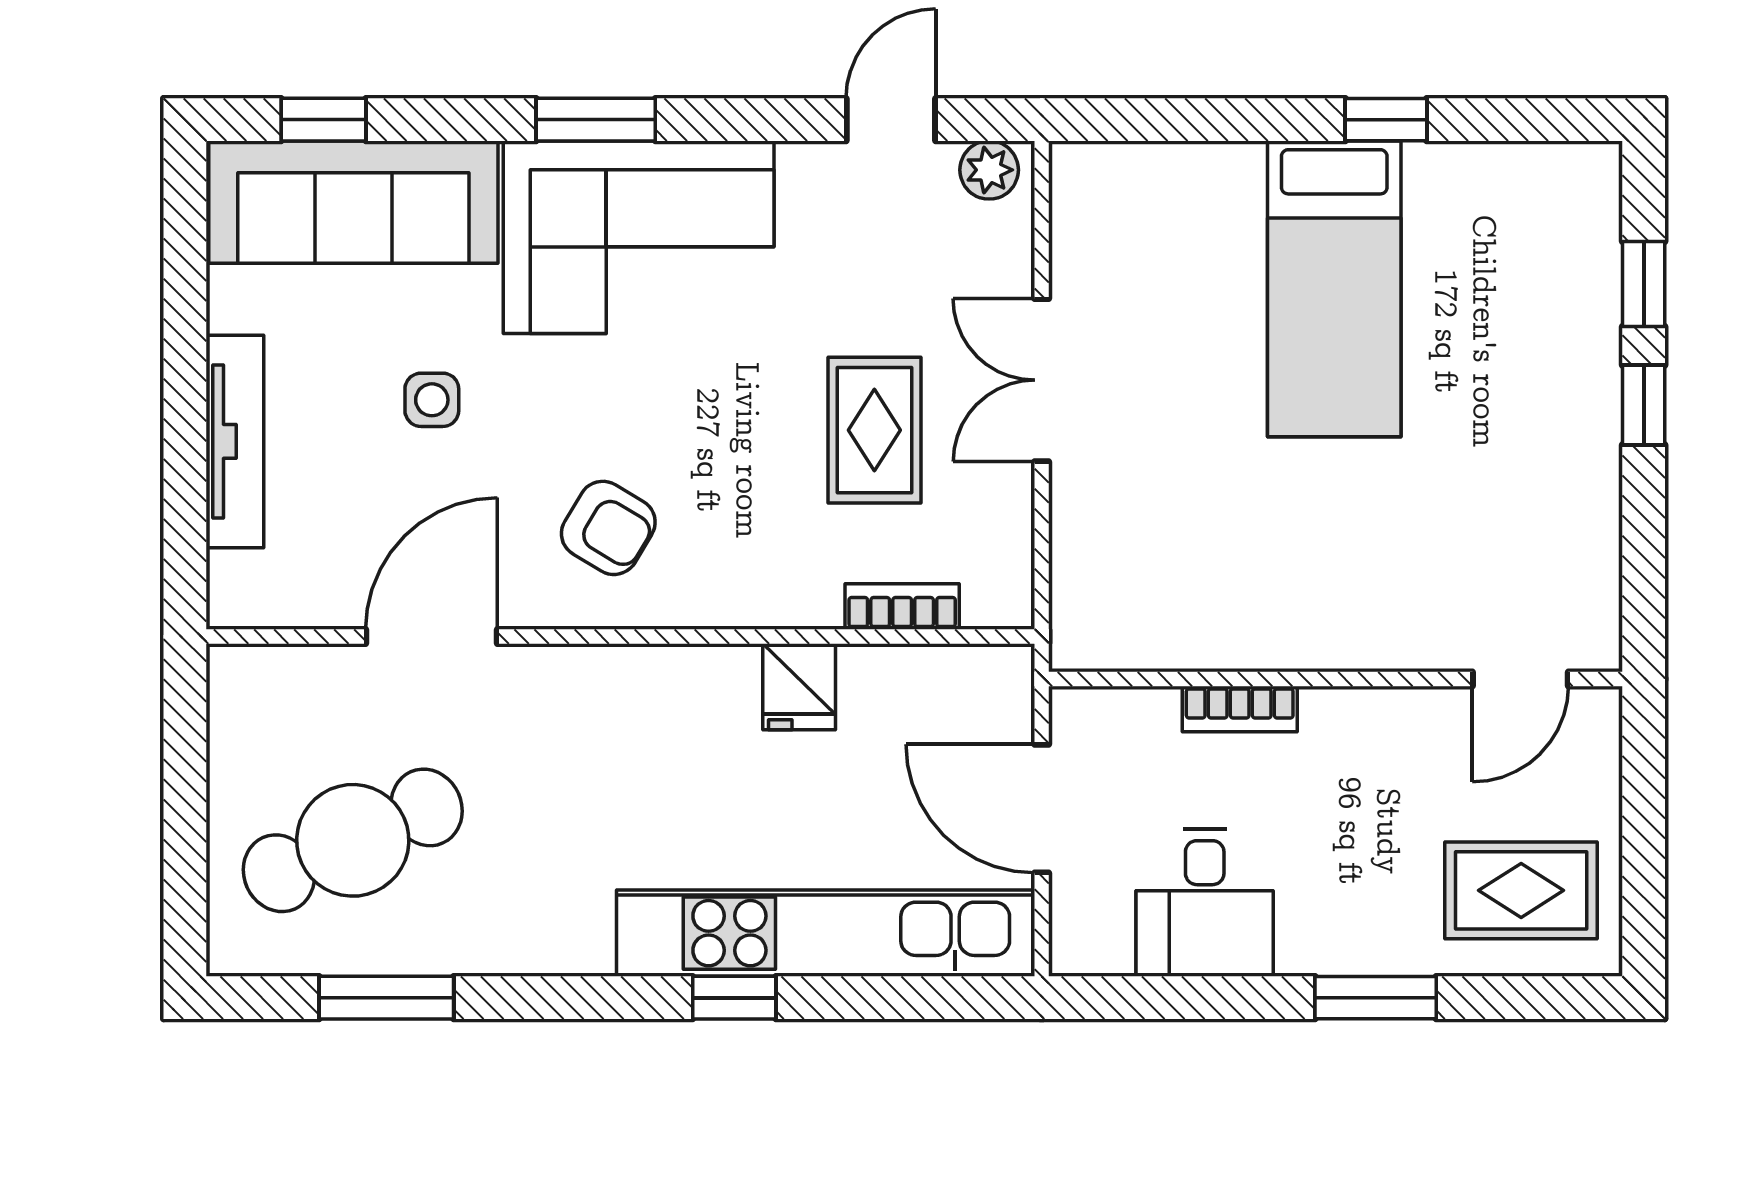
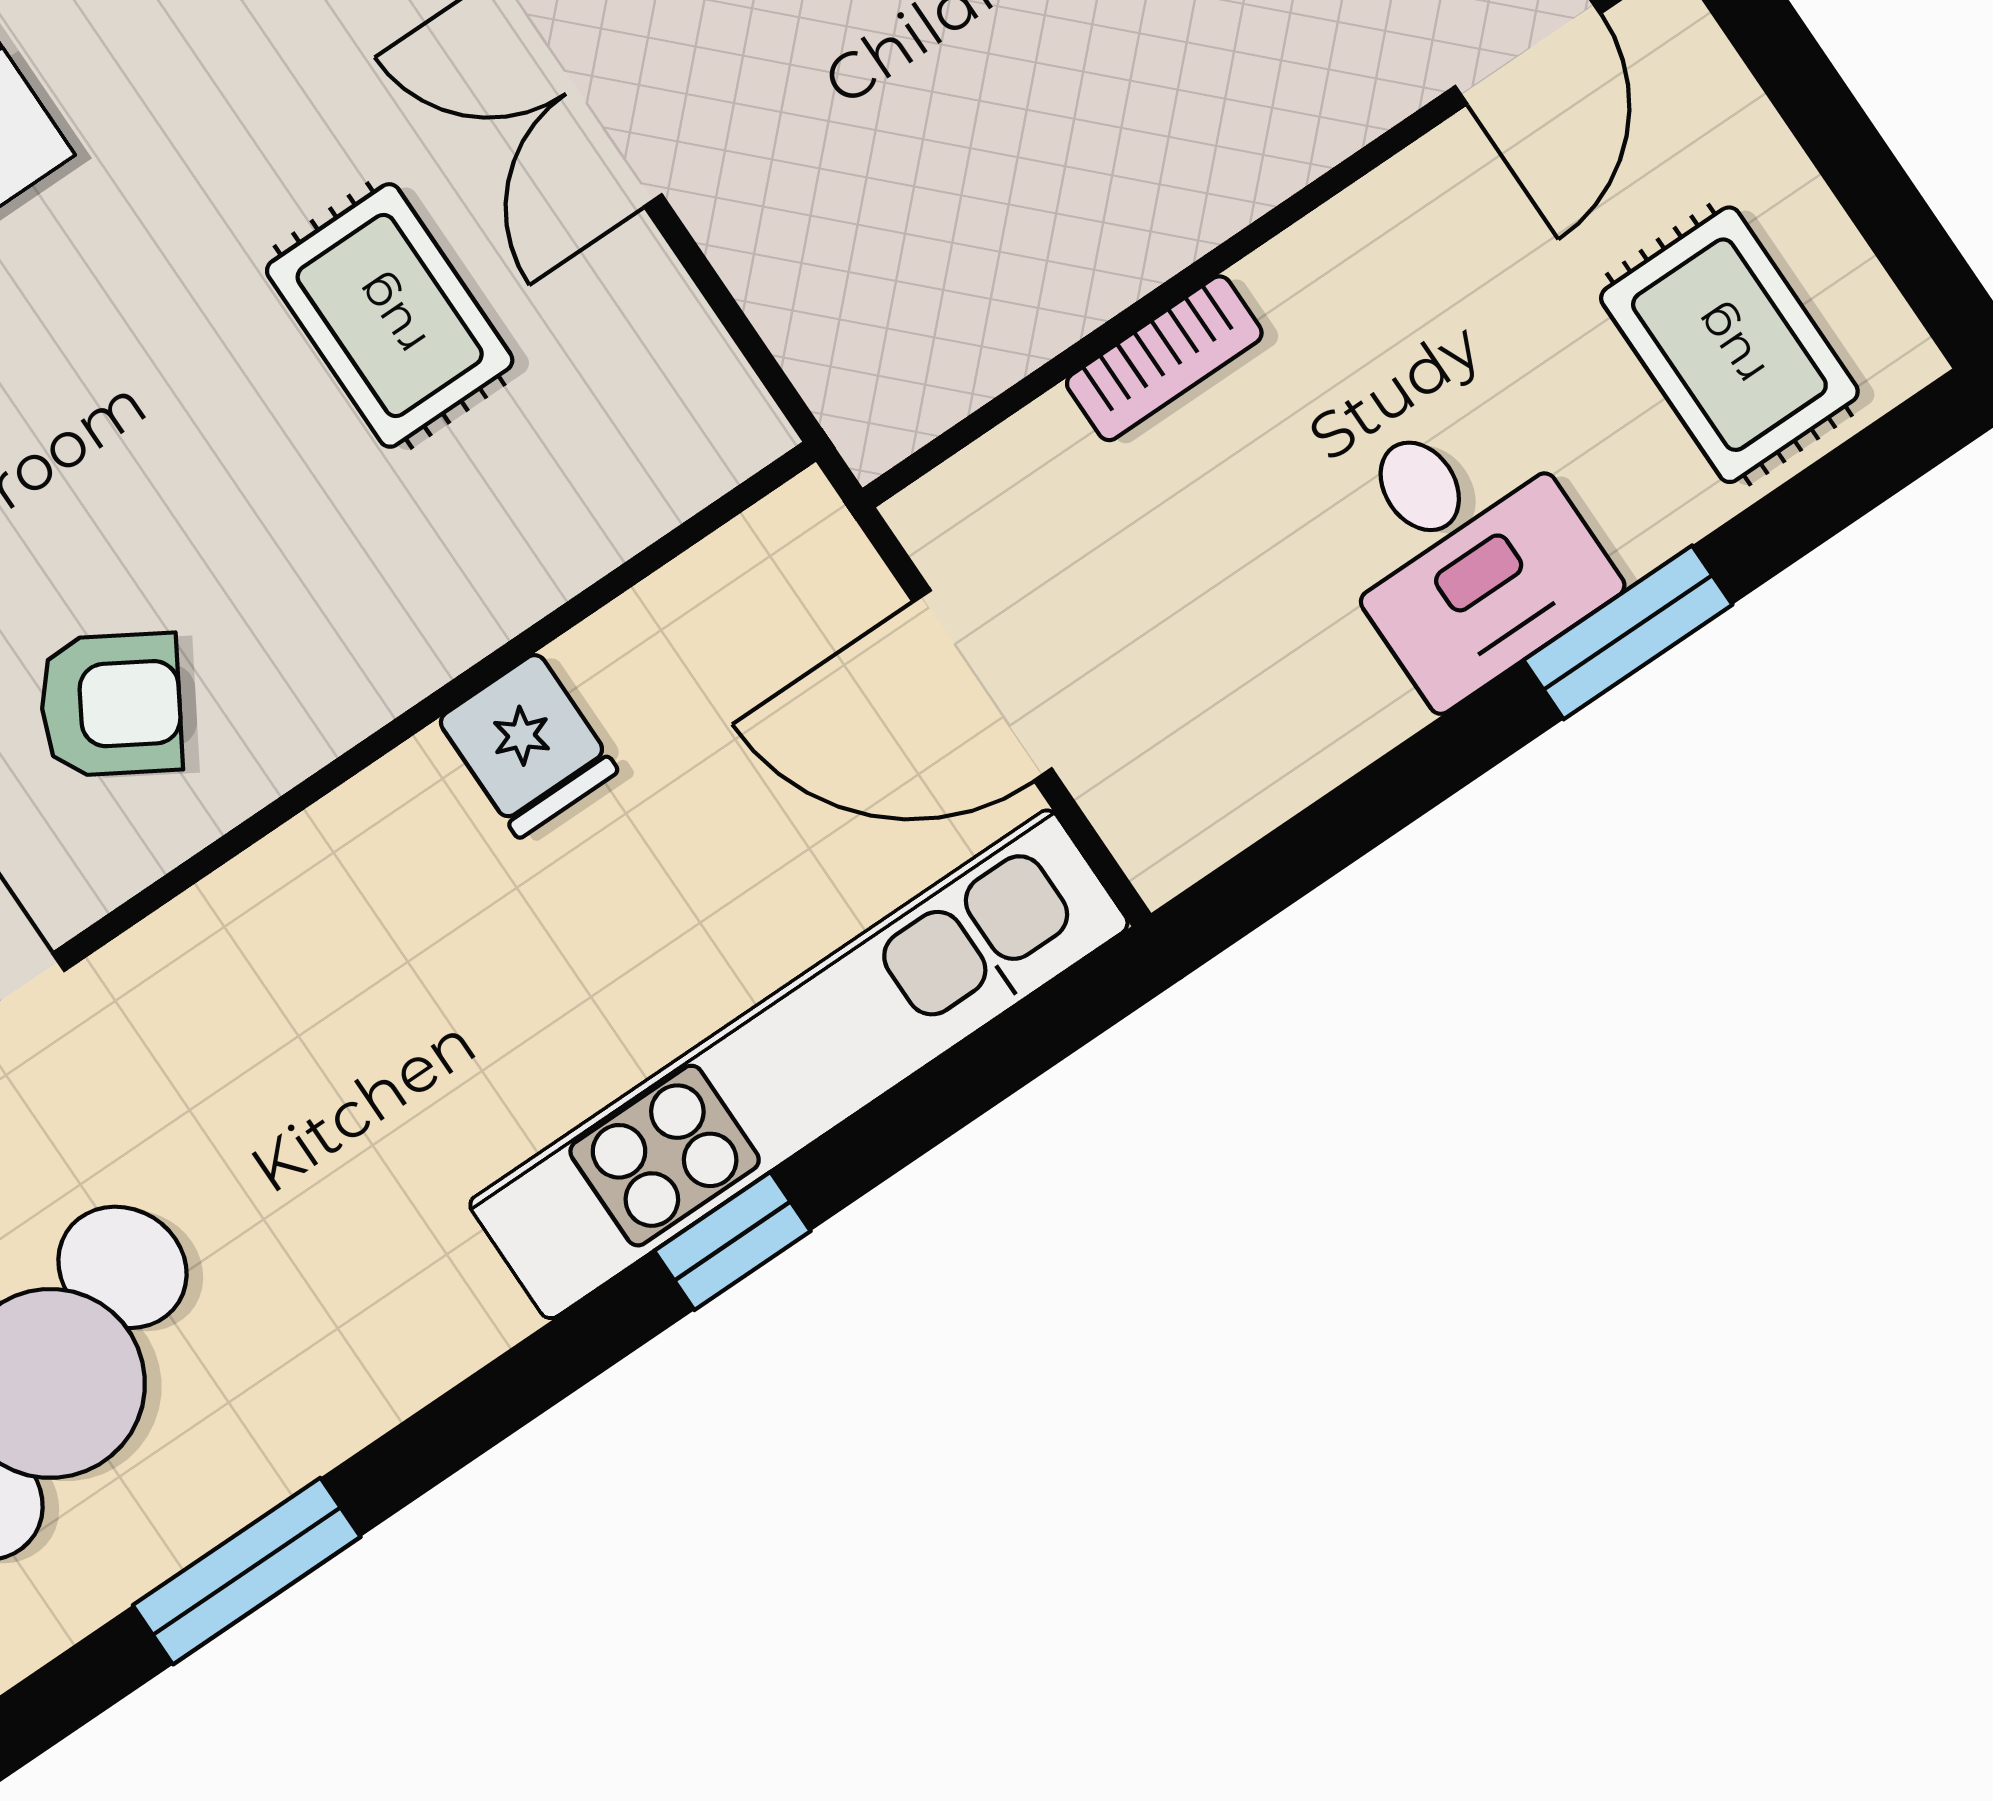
bookcase: (902, 607) -> (596, 536), removed
rug: (1521, 890) -> (1729, 345), turned 90
desk: (1205, 903) -> (1463, 550), moved

